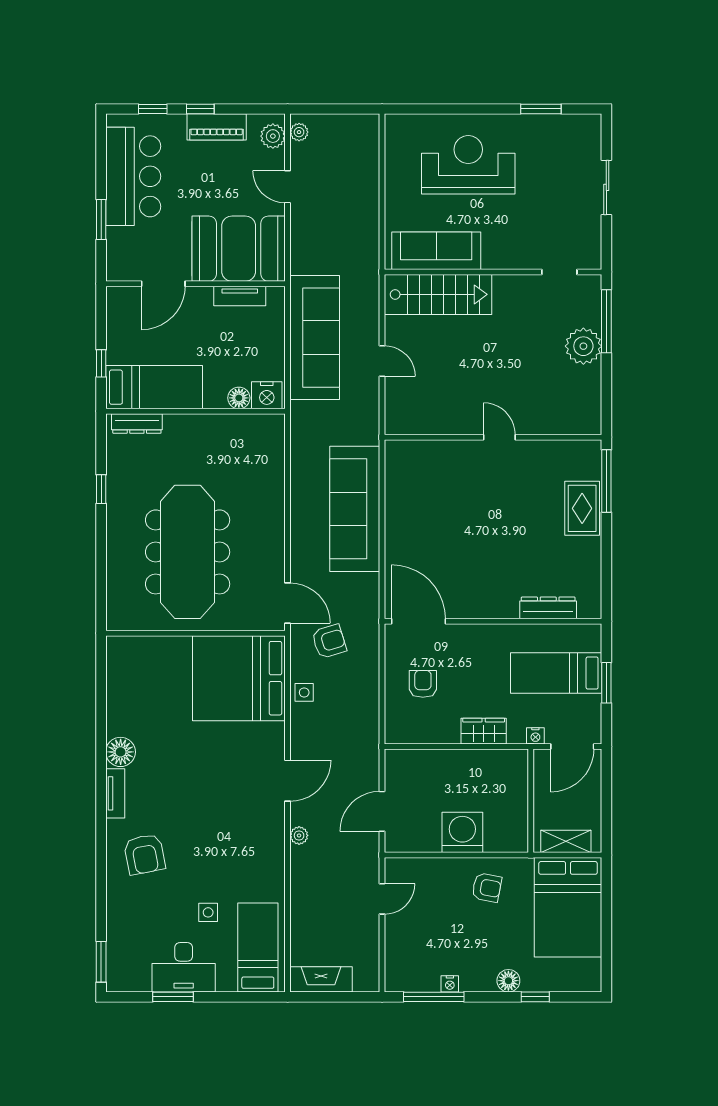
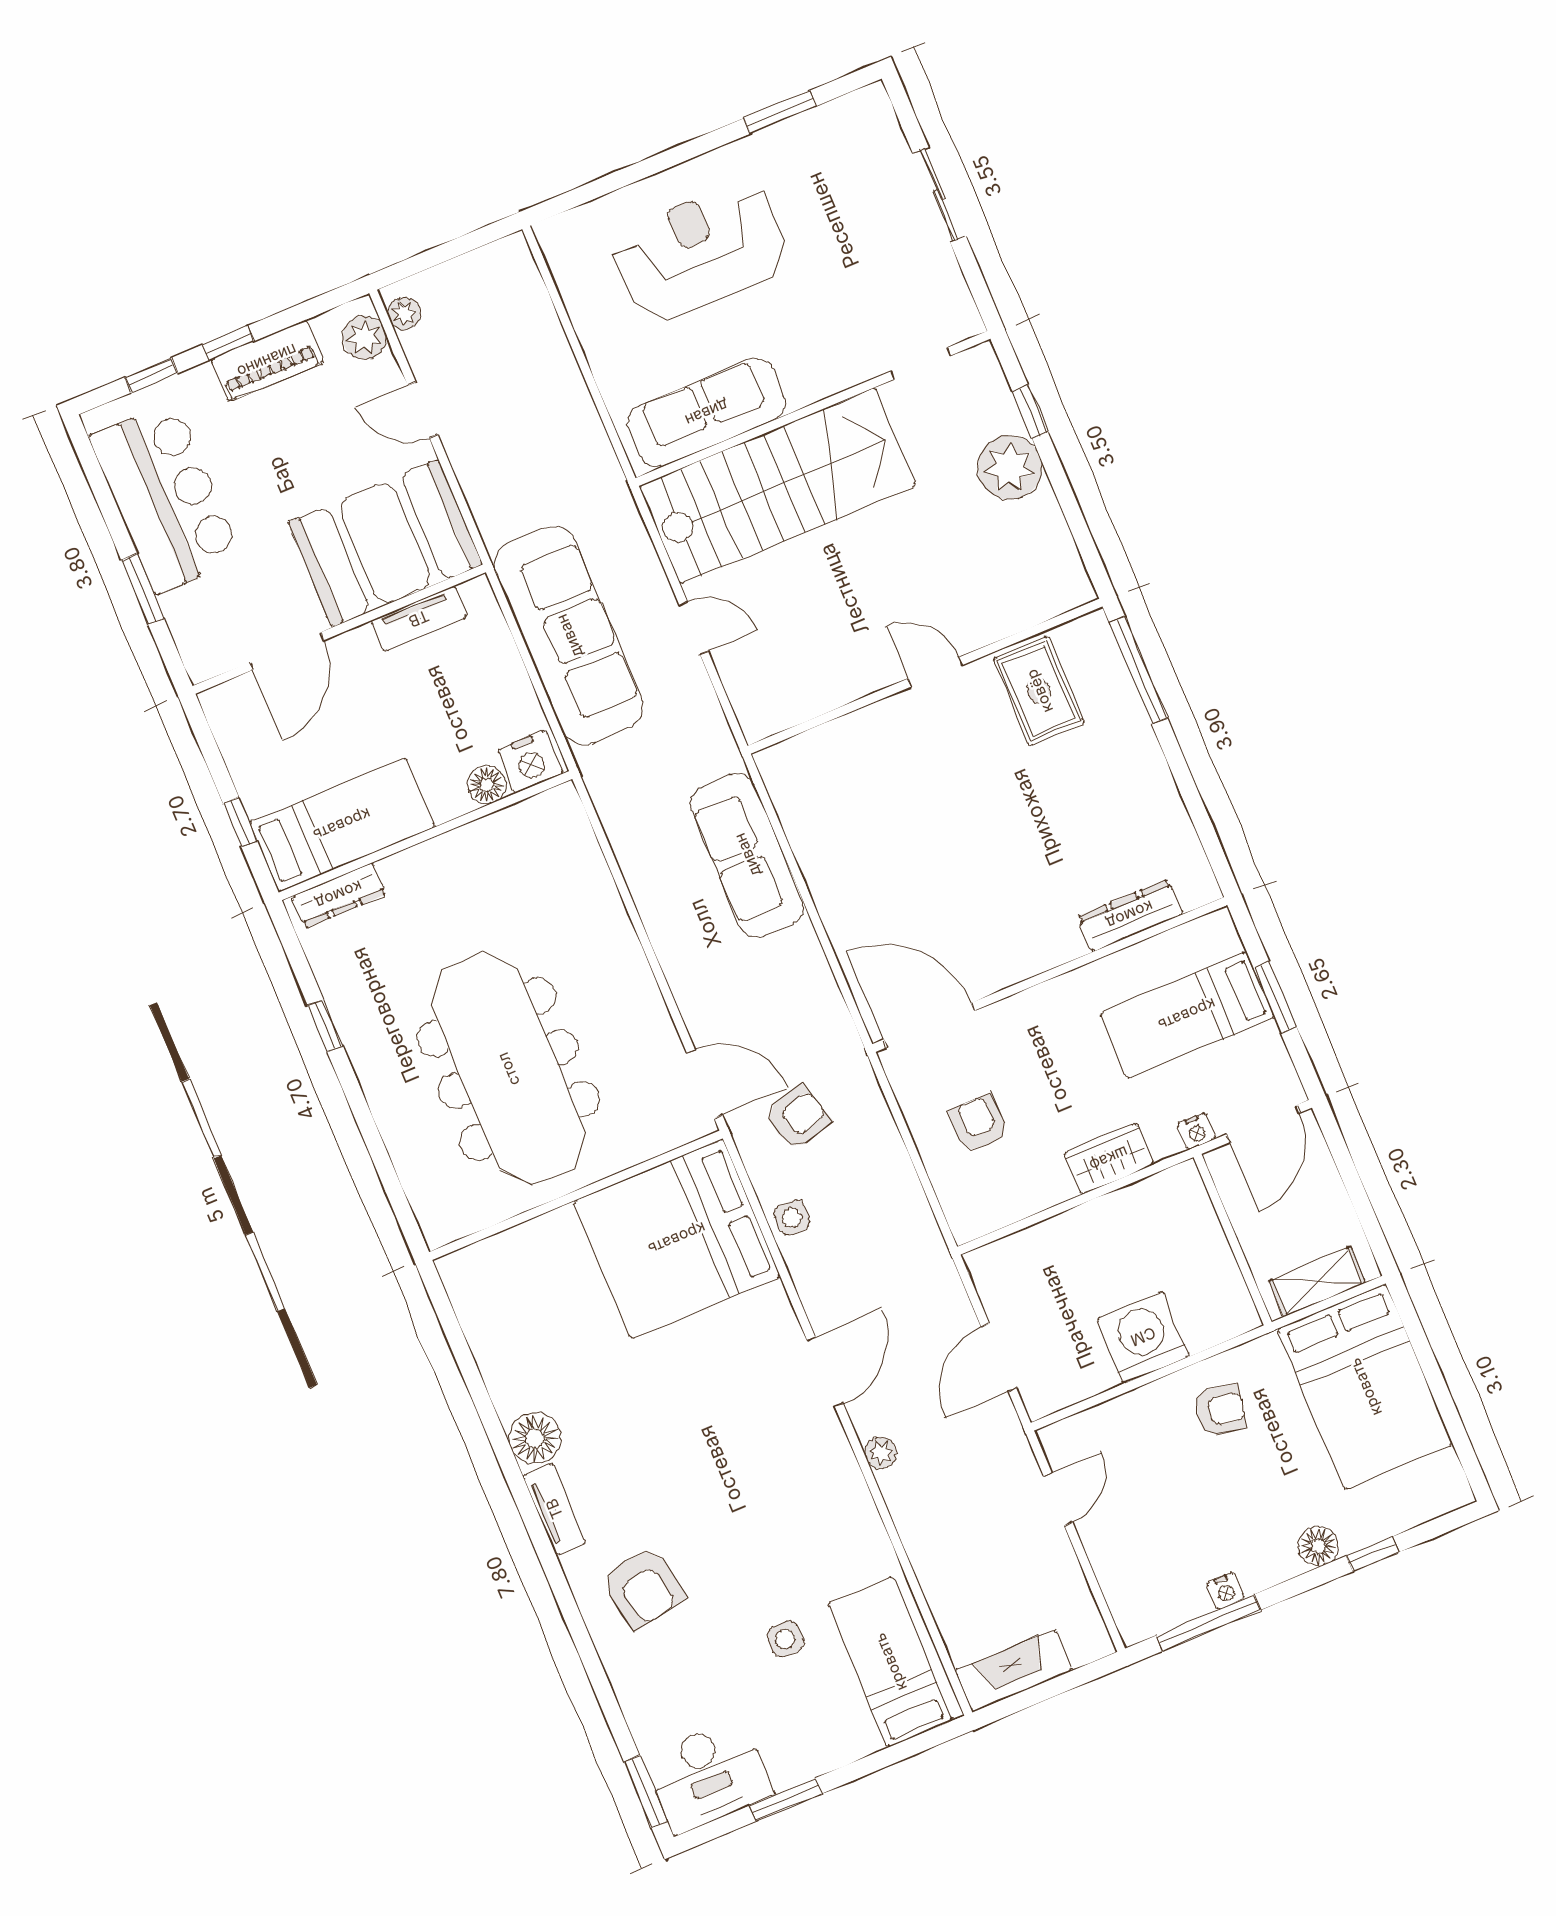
stairs: (438, 294) -> (778, 486), width x1.36, depth x1.51
window: (606, 321) -> (1030, 412), width x0.46
rug: (582, 508) -> (1039, 691), moved
sofa: (355, 509) -> (747, 855), width x0.74, depth x0.79
desk: (184, 967) -> (708, 1776), moved

